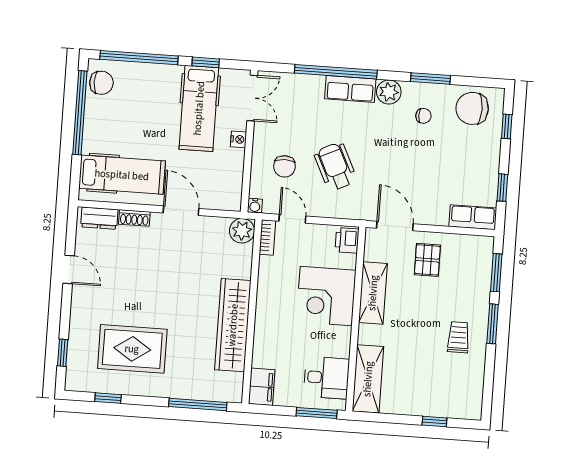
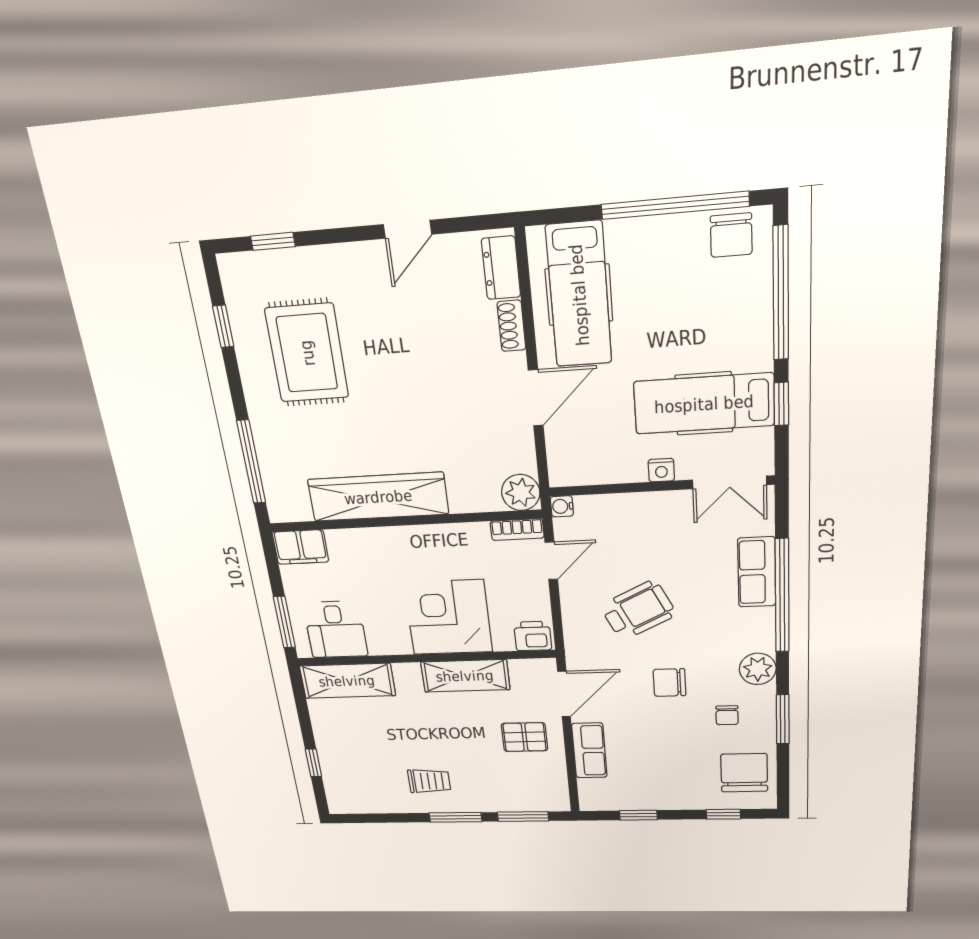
row of seats: (350, 89) -> (757, 572), moved
chair: (284, 166) -> (669, 683), moved
row of seats: (473, 217) -> (589, 750), moved

